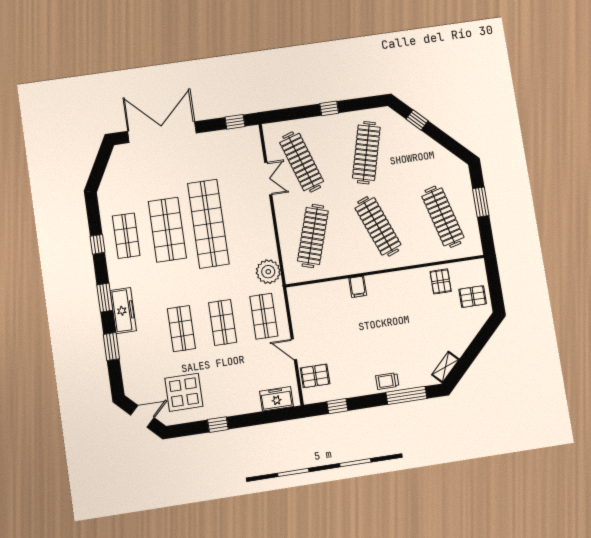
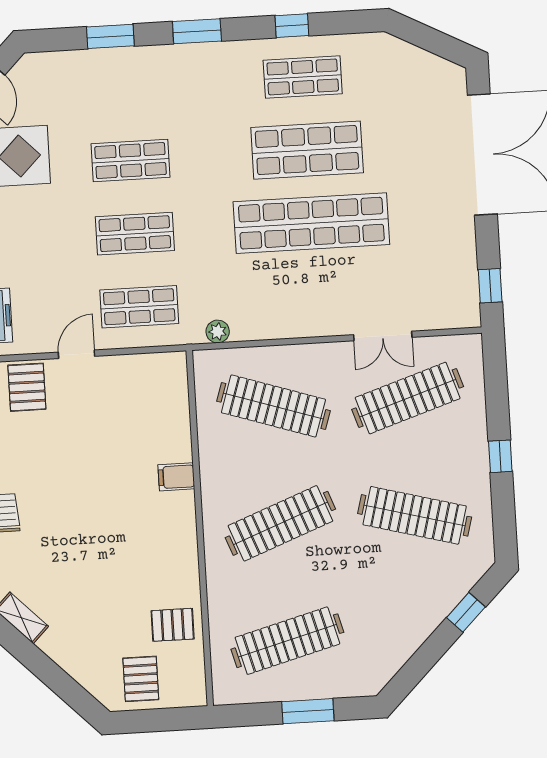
plant: (268, 272) -> (218, 332), width x0.53, depth x0.53
freezer: (123, 311) -> (171, 62), removed

